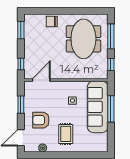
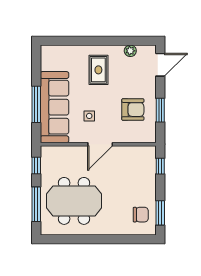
chair: (52, 21) -> (141, 215), moved
meeting table: (83, 39) -> (74, 201), turned 90
door: (41, 80) -> (100, 144), moved
armchair: (41, 120) -> (133, 110), moved

